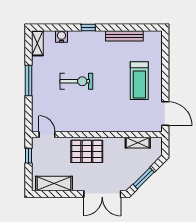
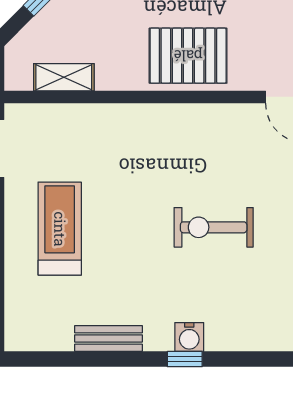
water cooler: (61, 36) -> (189, 337), moved
bench: (124, 36) -> (108, 338), width x0.73

